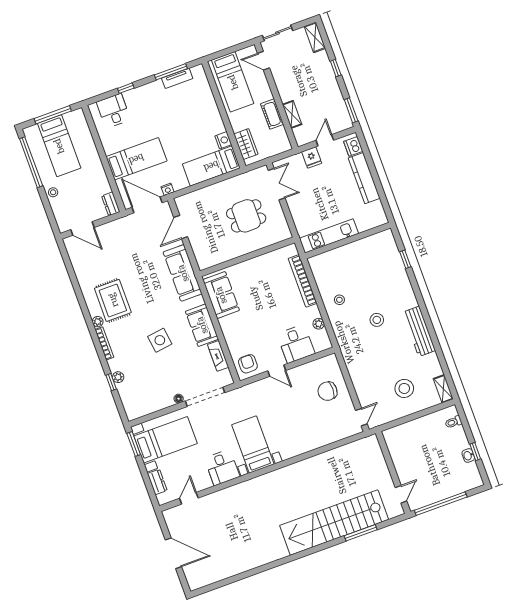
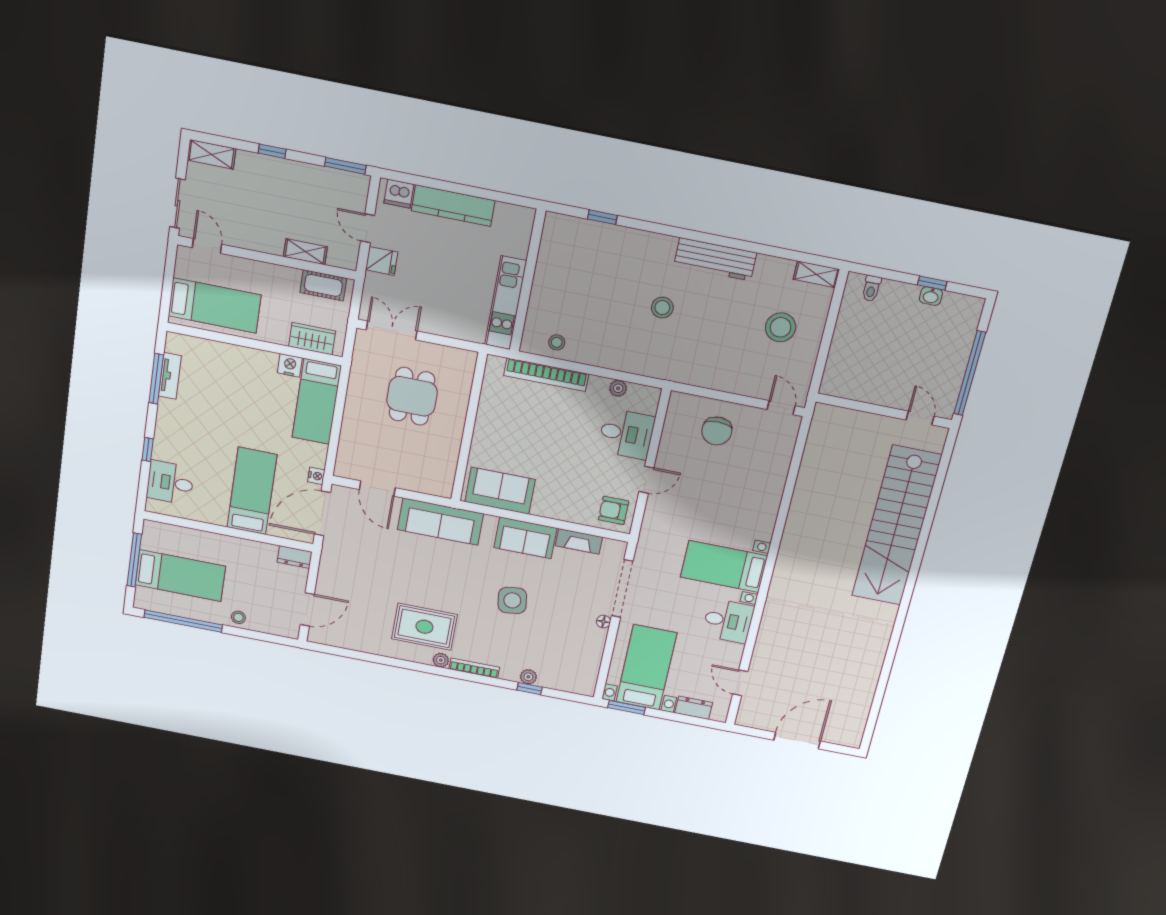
door: (263, 61) -> (207, 246), swing flipped
cot: (272, 114) -> (323, 285), moved
stool: (339, 300) -> (557, 342), moved
window: (361, 533) -> (934, 501), removed

